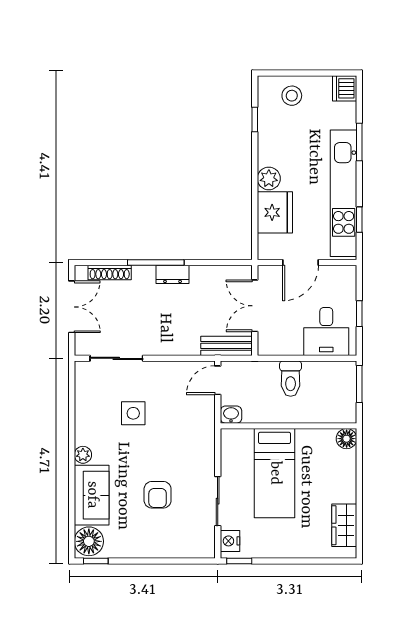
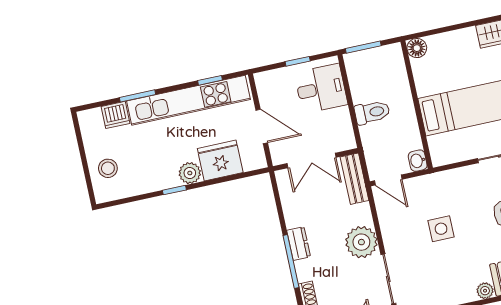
dishwasher: (345, 88) -> (115, 115), moved
window: (255, 119) -> (174, 190), moved
plant: (160, 339) -> (361, 242), added
side table: (133, 413) -> (441, 229), moved

